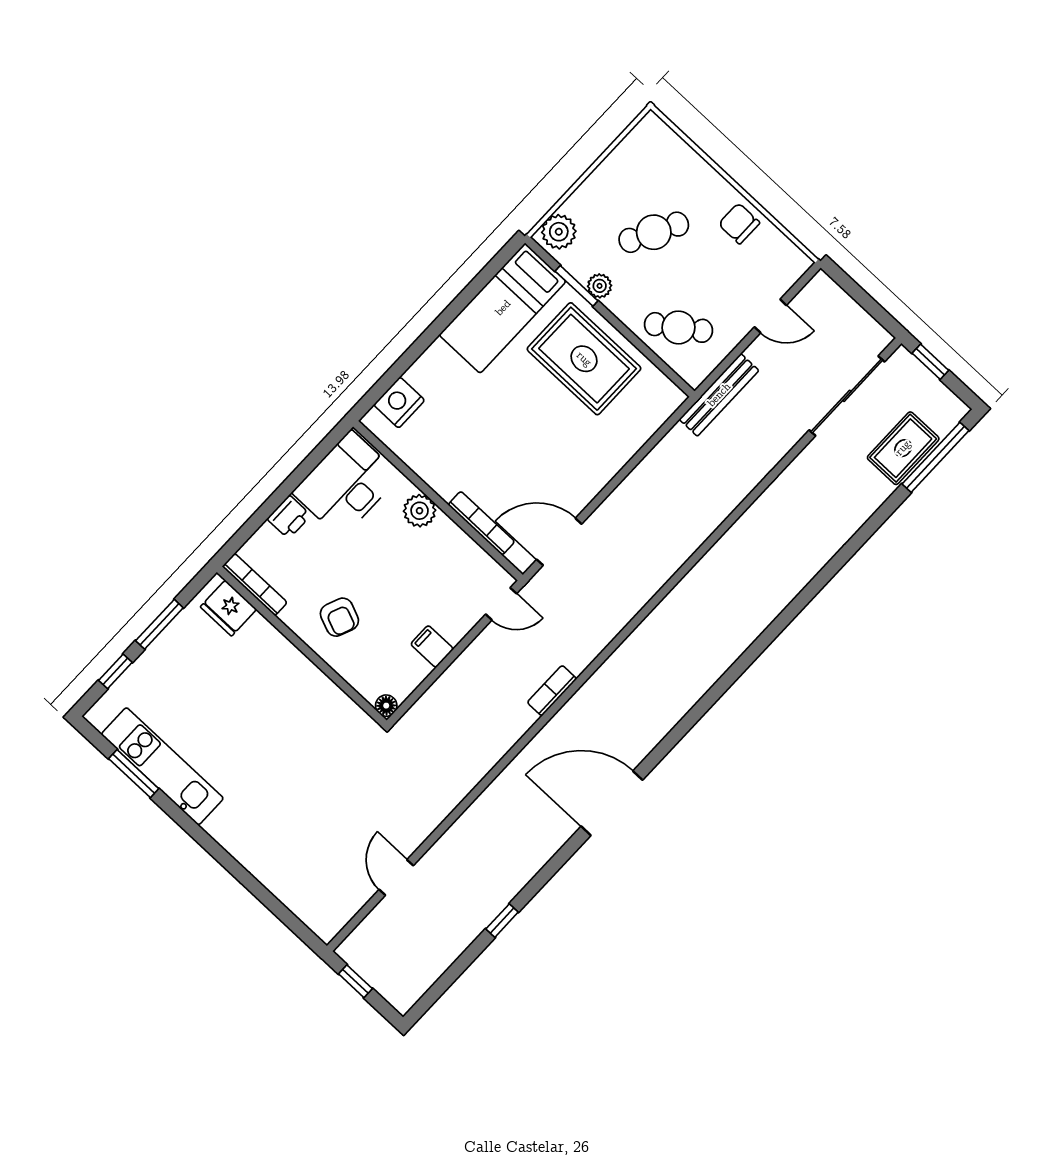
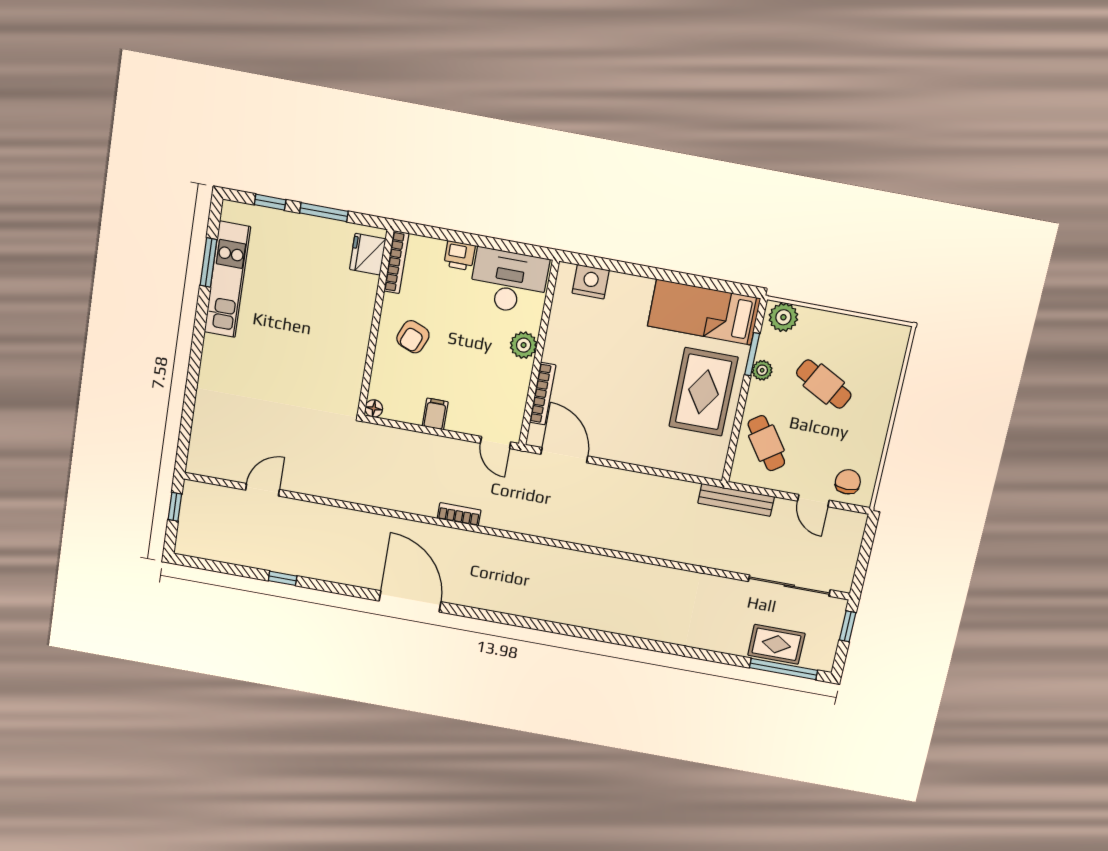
chair: (739, 223) -> (848, 482), moved

